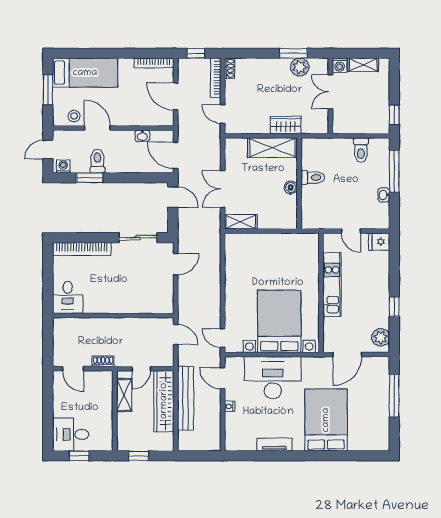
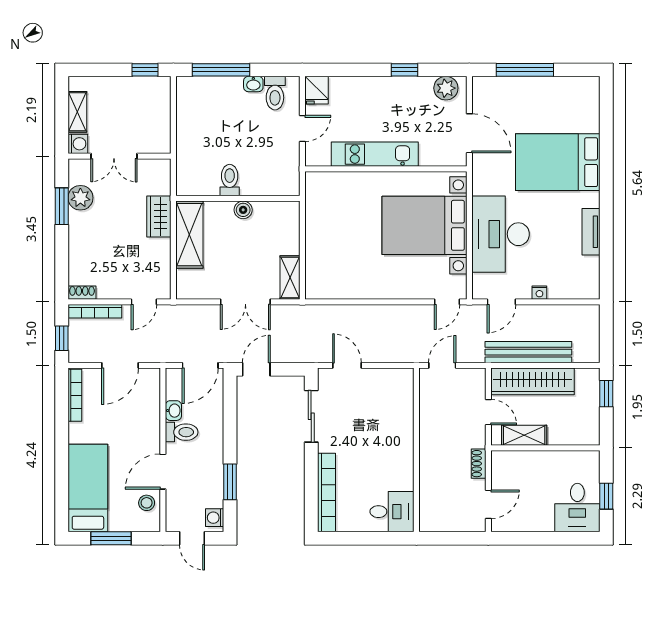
toilet: (361, 150) -> (275, 93), moved, turned 90
toilet: (97, 161) -> (182, 432), moved, turned 180
window: (139, 456) -> (606, 394), moved

